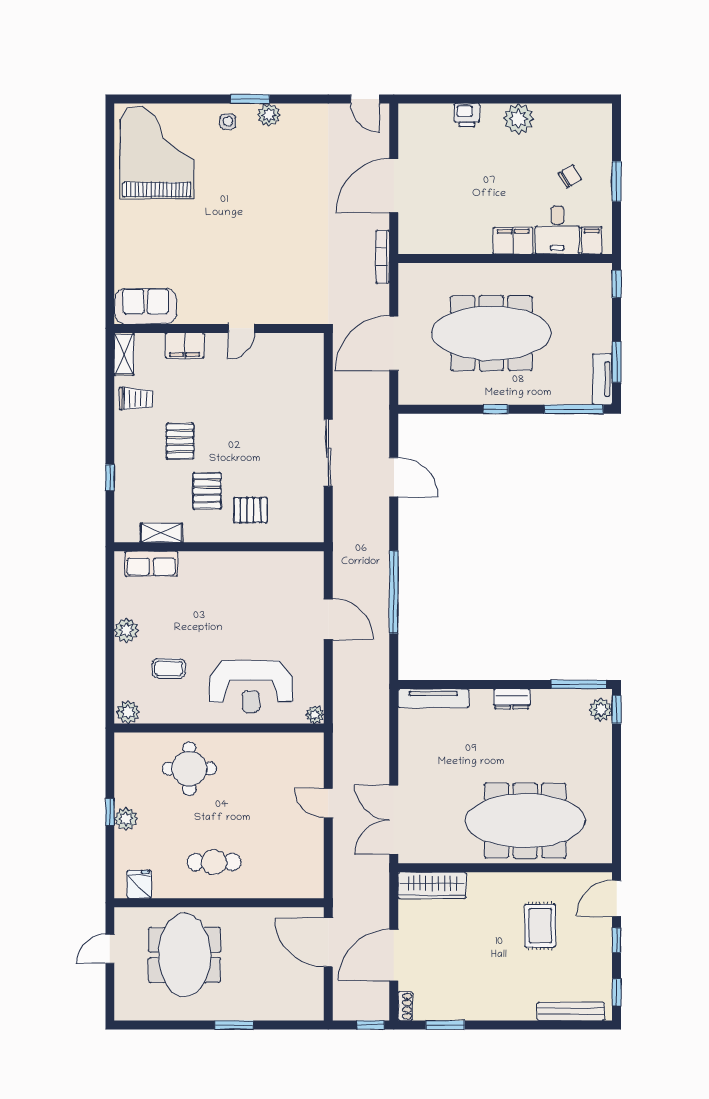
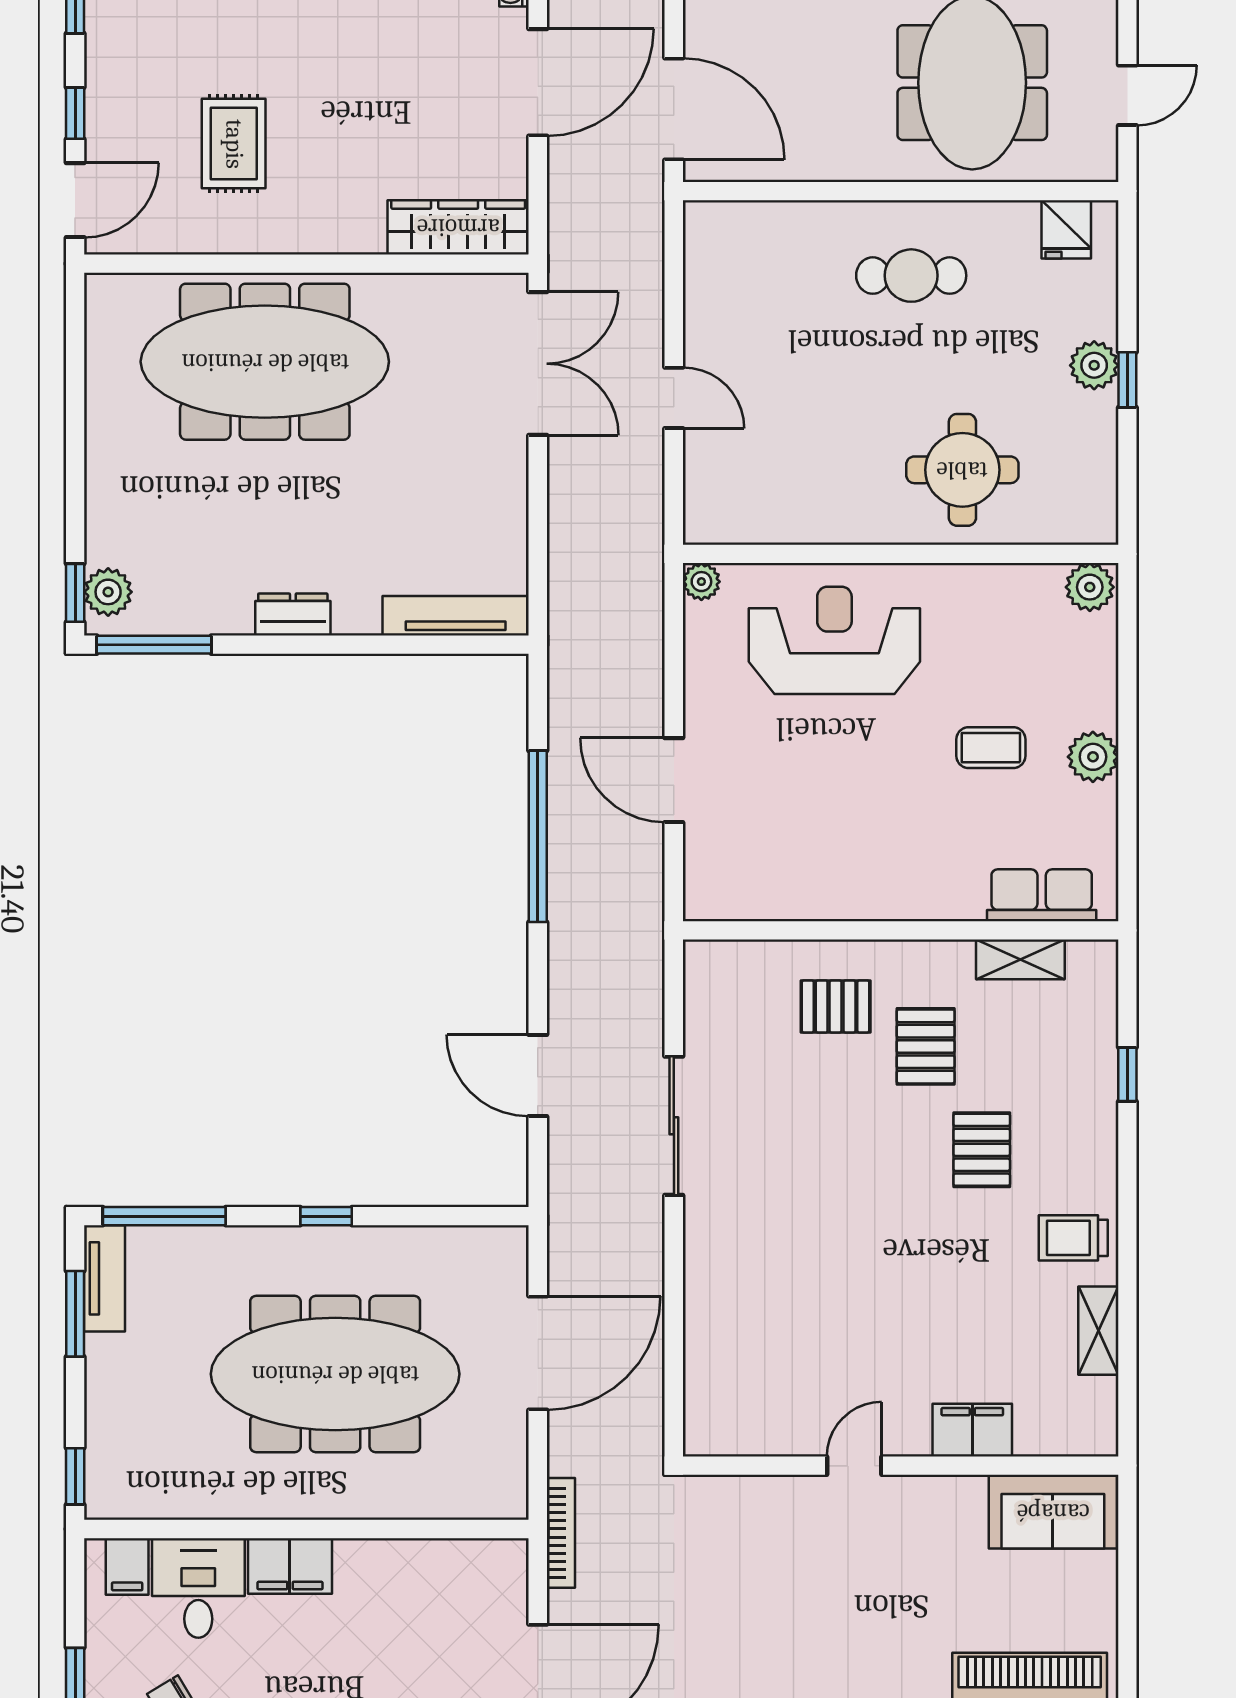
sofa: (146, 306) -> (1053, 1512), moved
wall: (219, 328) -> (901, 1466), moved
door: (241, 328) -> (854, 1466), moved
filing cabinet: (185, 345) -> (972, 1430), moved
coffee table: (169, 668) -> (991, 748), moved

